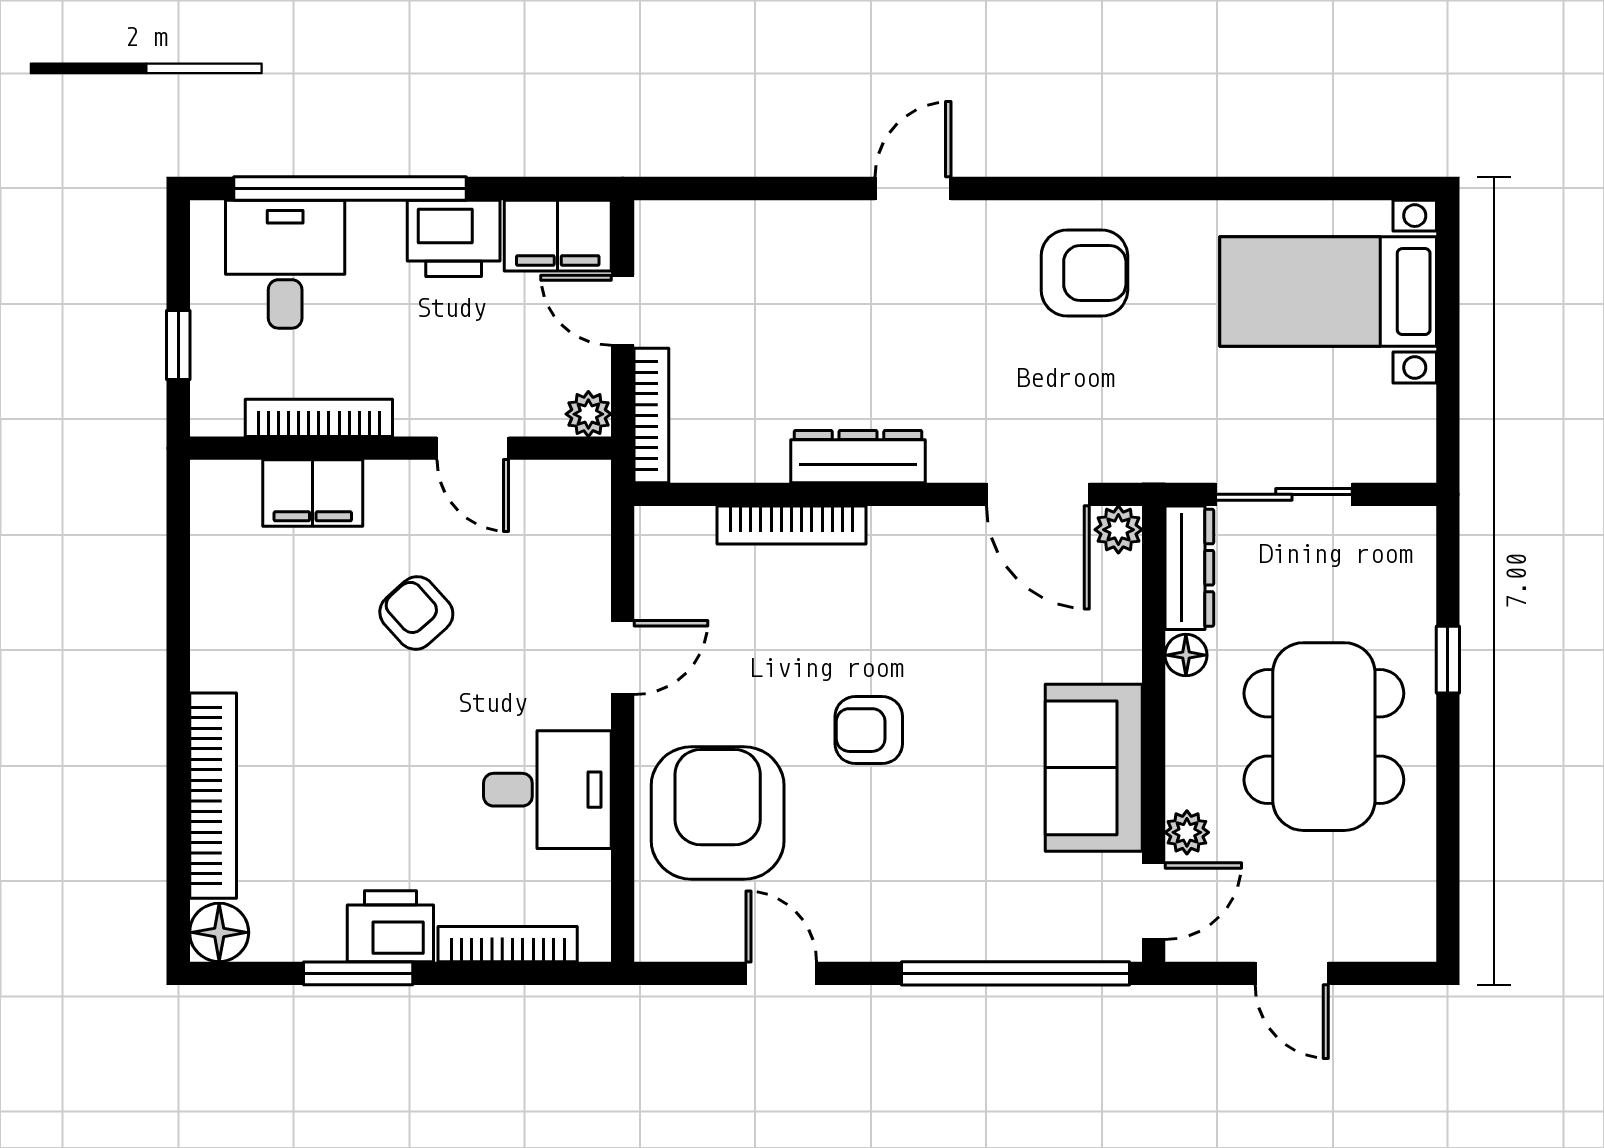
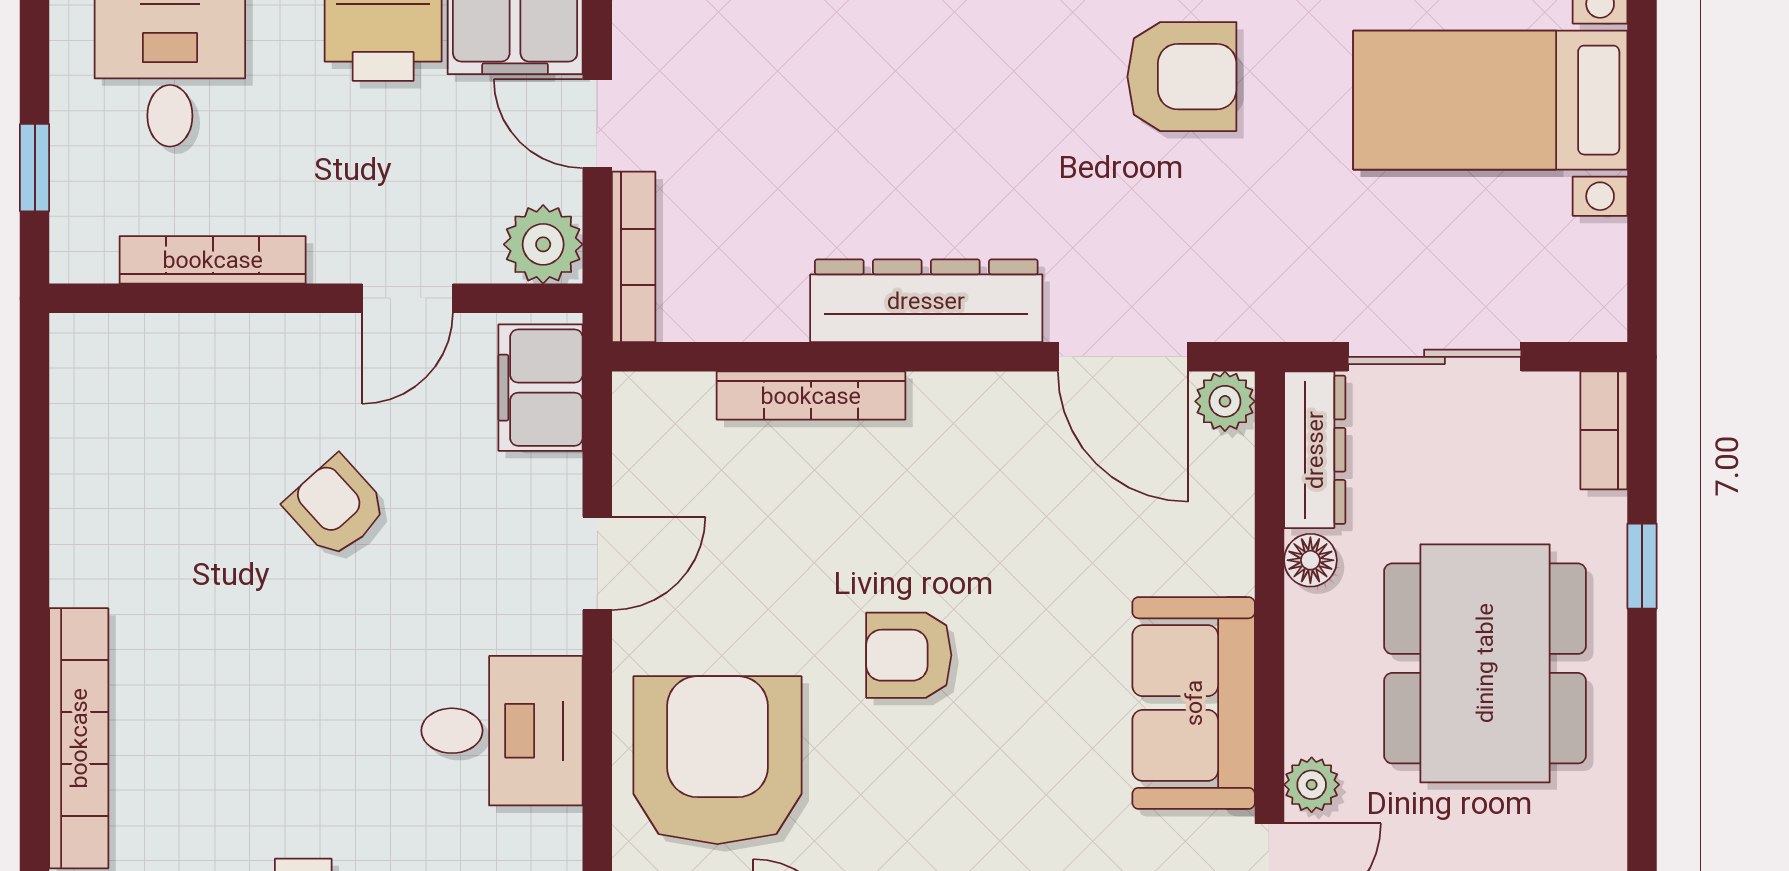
plant: (588, 414) -> (543, 244), width x1.38, depth x1.38
door: (473, 448) -> (407, 298), hinge flipped
dresser: (858, 457) -> (926, 301), width x1.37, depth x1.24
filing cabinet: (313, 493) -> (540, 388), moved, turned 90
bookcase: (1418, 552) -> (1604, 430), added

